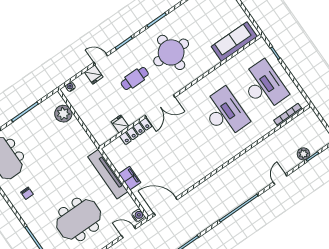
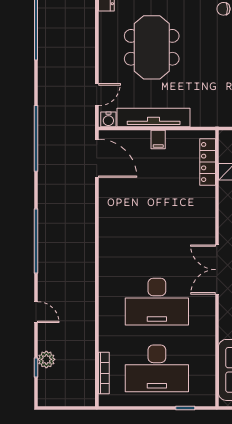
double door: (160, 106) -> (217, 270), moved
locker: (136, 131) -> (208, 162), moved
tv unit: (108, 174) -> (154, 117), moved
filing cabinet: (130, 178) -> (158, 139), width x0.50
door: (166, 206) -> (97, 158), hinge flipped

